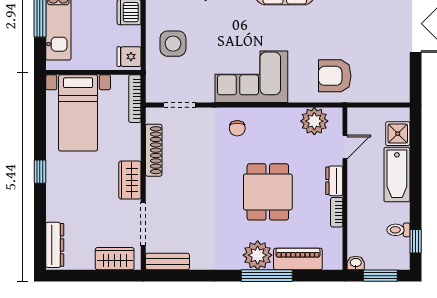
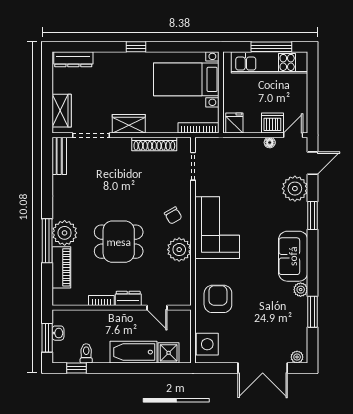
floor lamp: (152, 15) -> (270, 143), added
side table: (173, 44) -> (207, 344), moved
plant: (314, 121) -> (179, 250), moved
chair: (237, 128) -> (173, 215), turned -120
washbasin: (356, 263) -> (58, 333), moved

